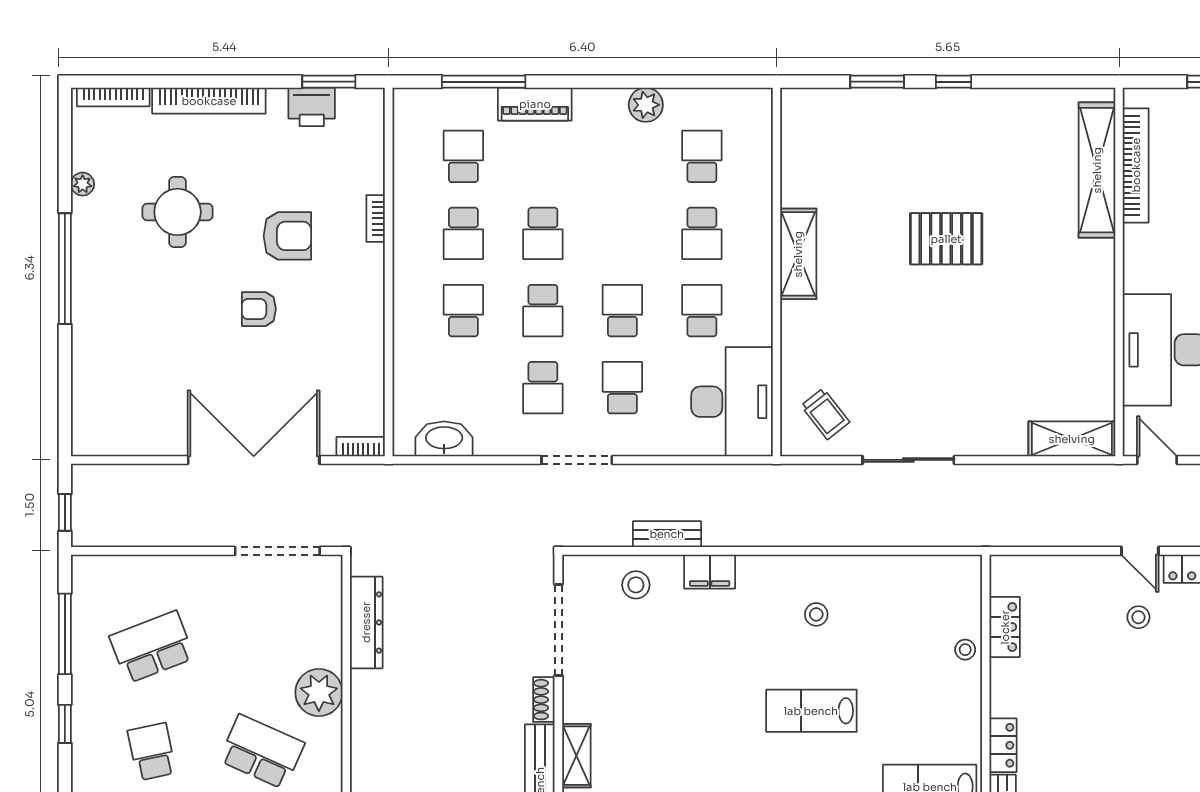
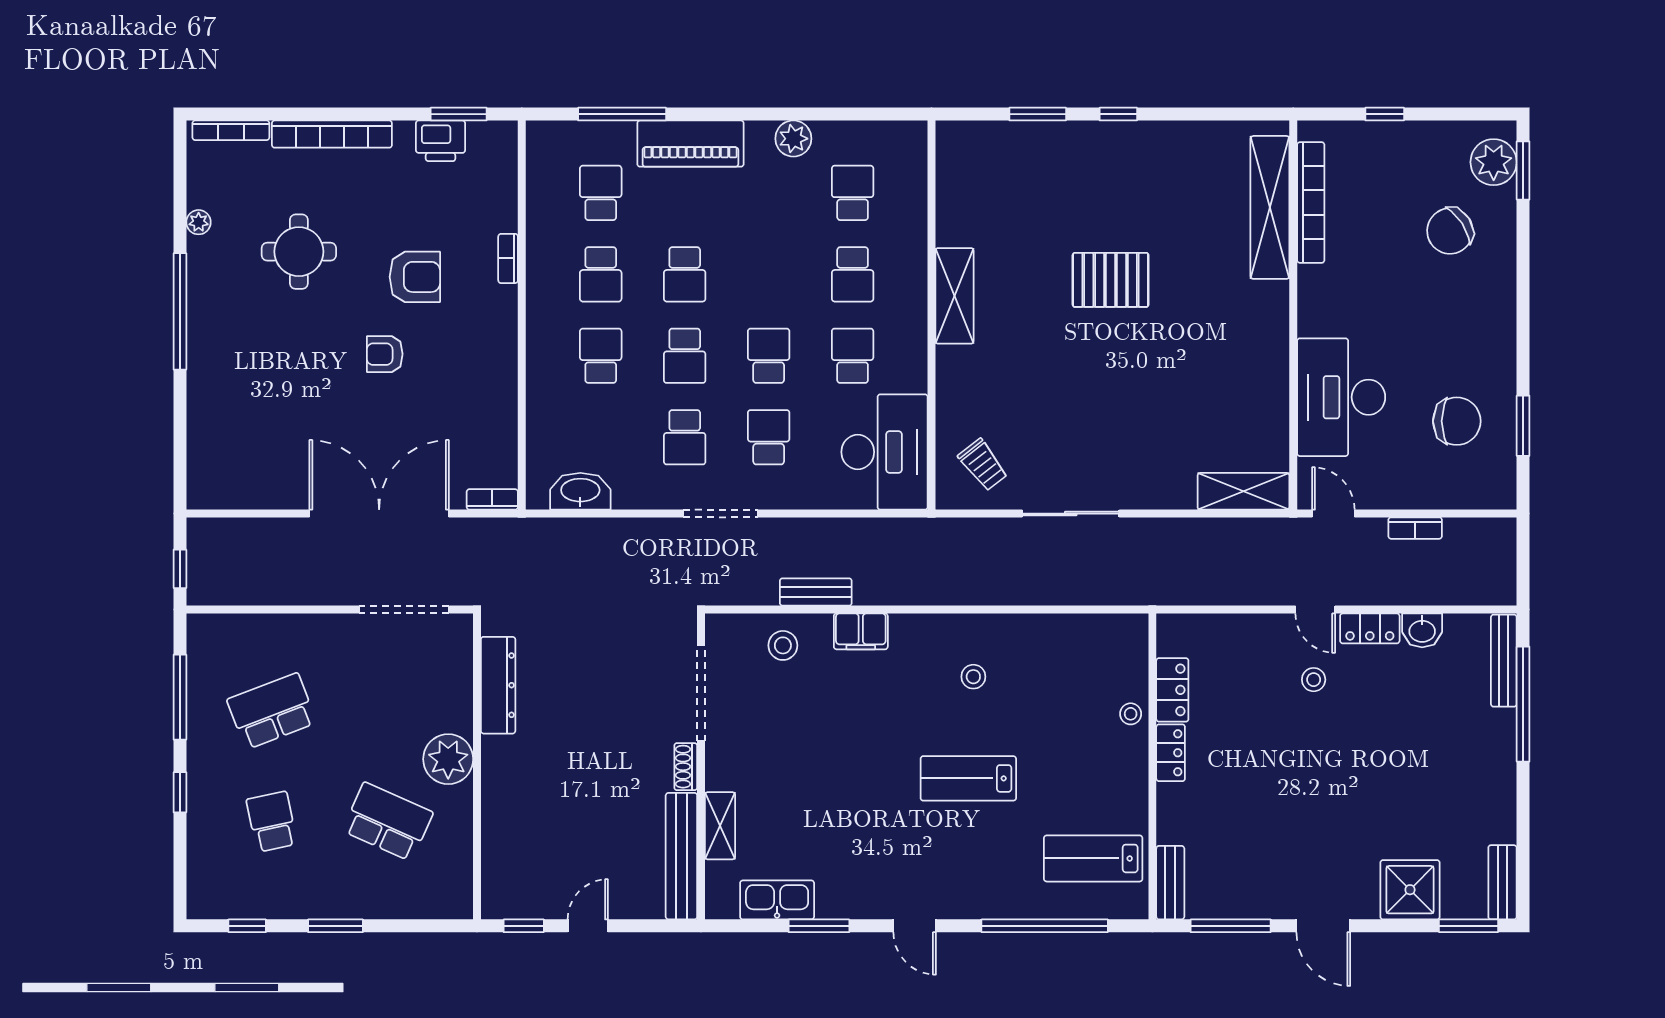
piano: (535, 104) -> (690, 144), width x1.37, depth x1.33
locker: (1003, 745) -> (1171, 753), moved

